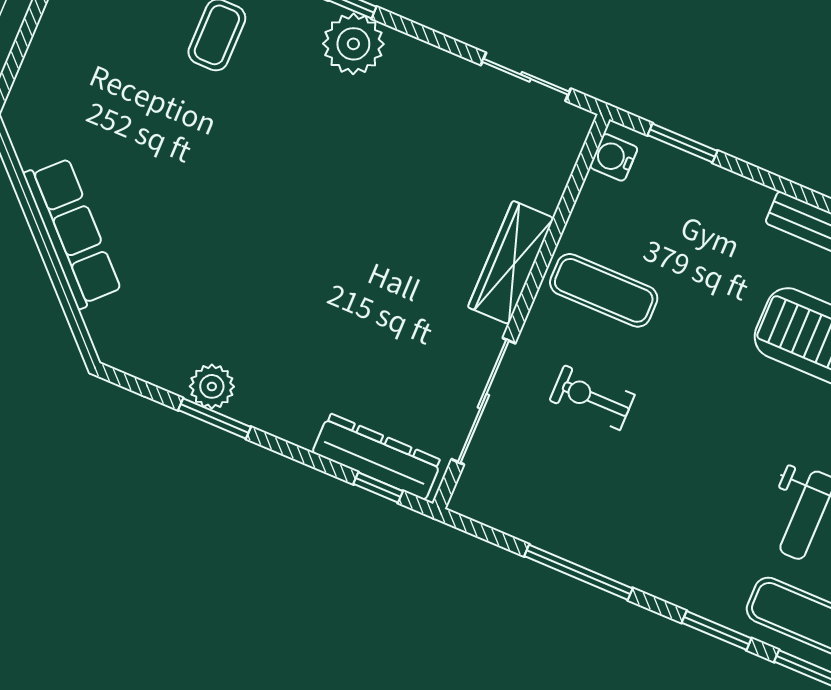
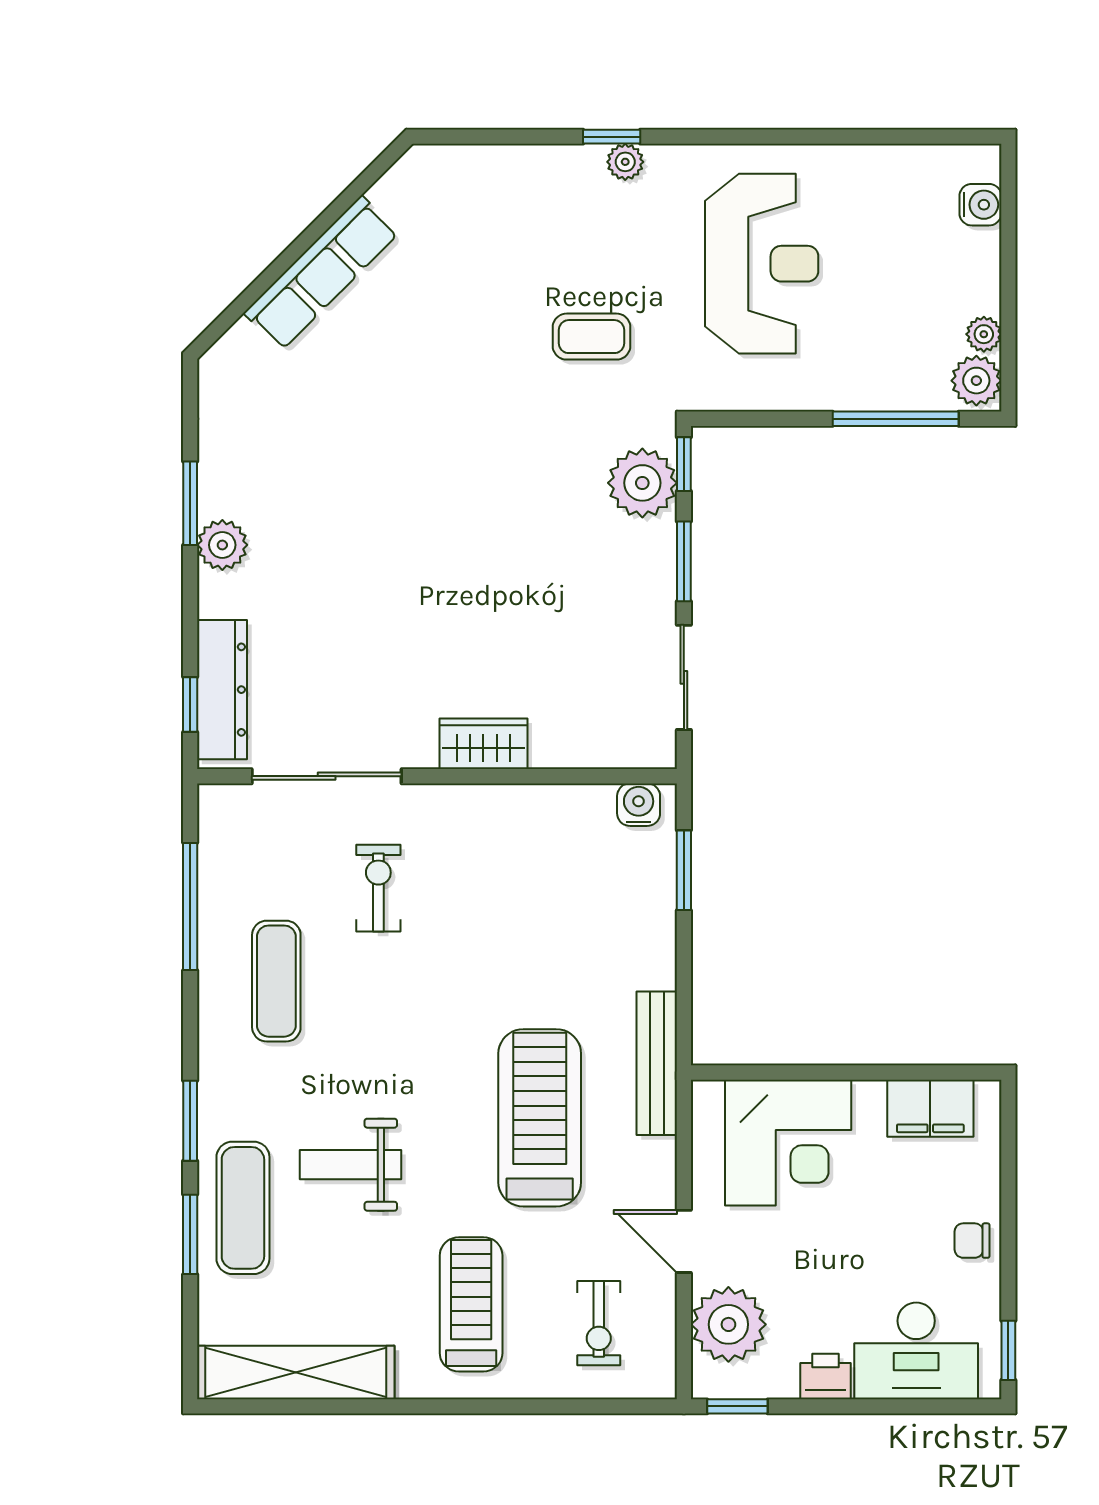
window: (431, 37) -> (684, 561), added
wardrobe: (511, 263) -> (483, 744), width x0.67
exercise mat: (604, 290) -> (276, 981), moved
plant: (212, 386) -> (222, 545), moved
window: (578, 572) -> (190, 907), moved

